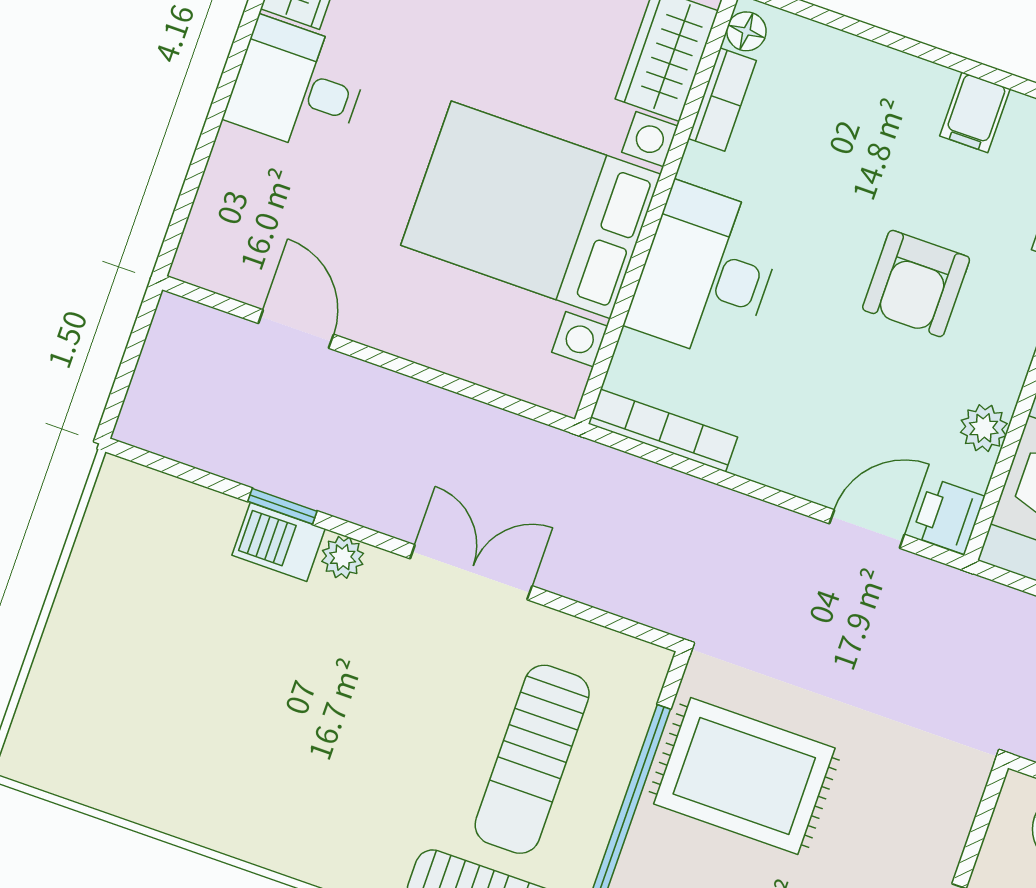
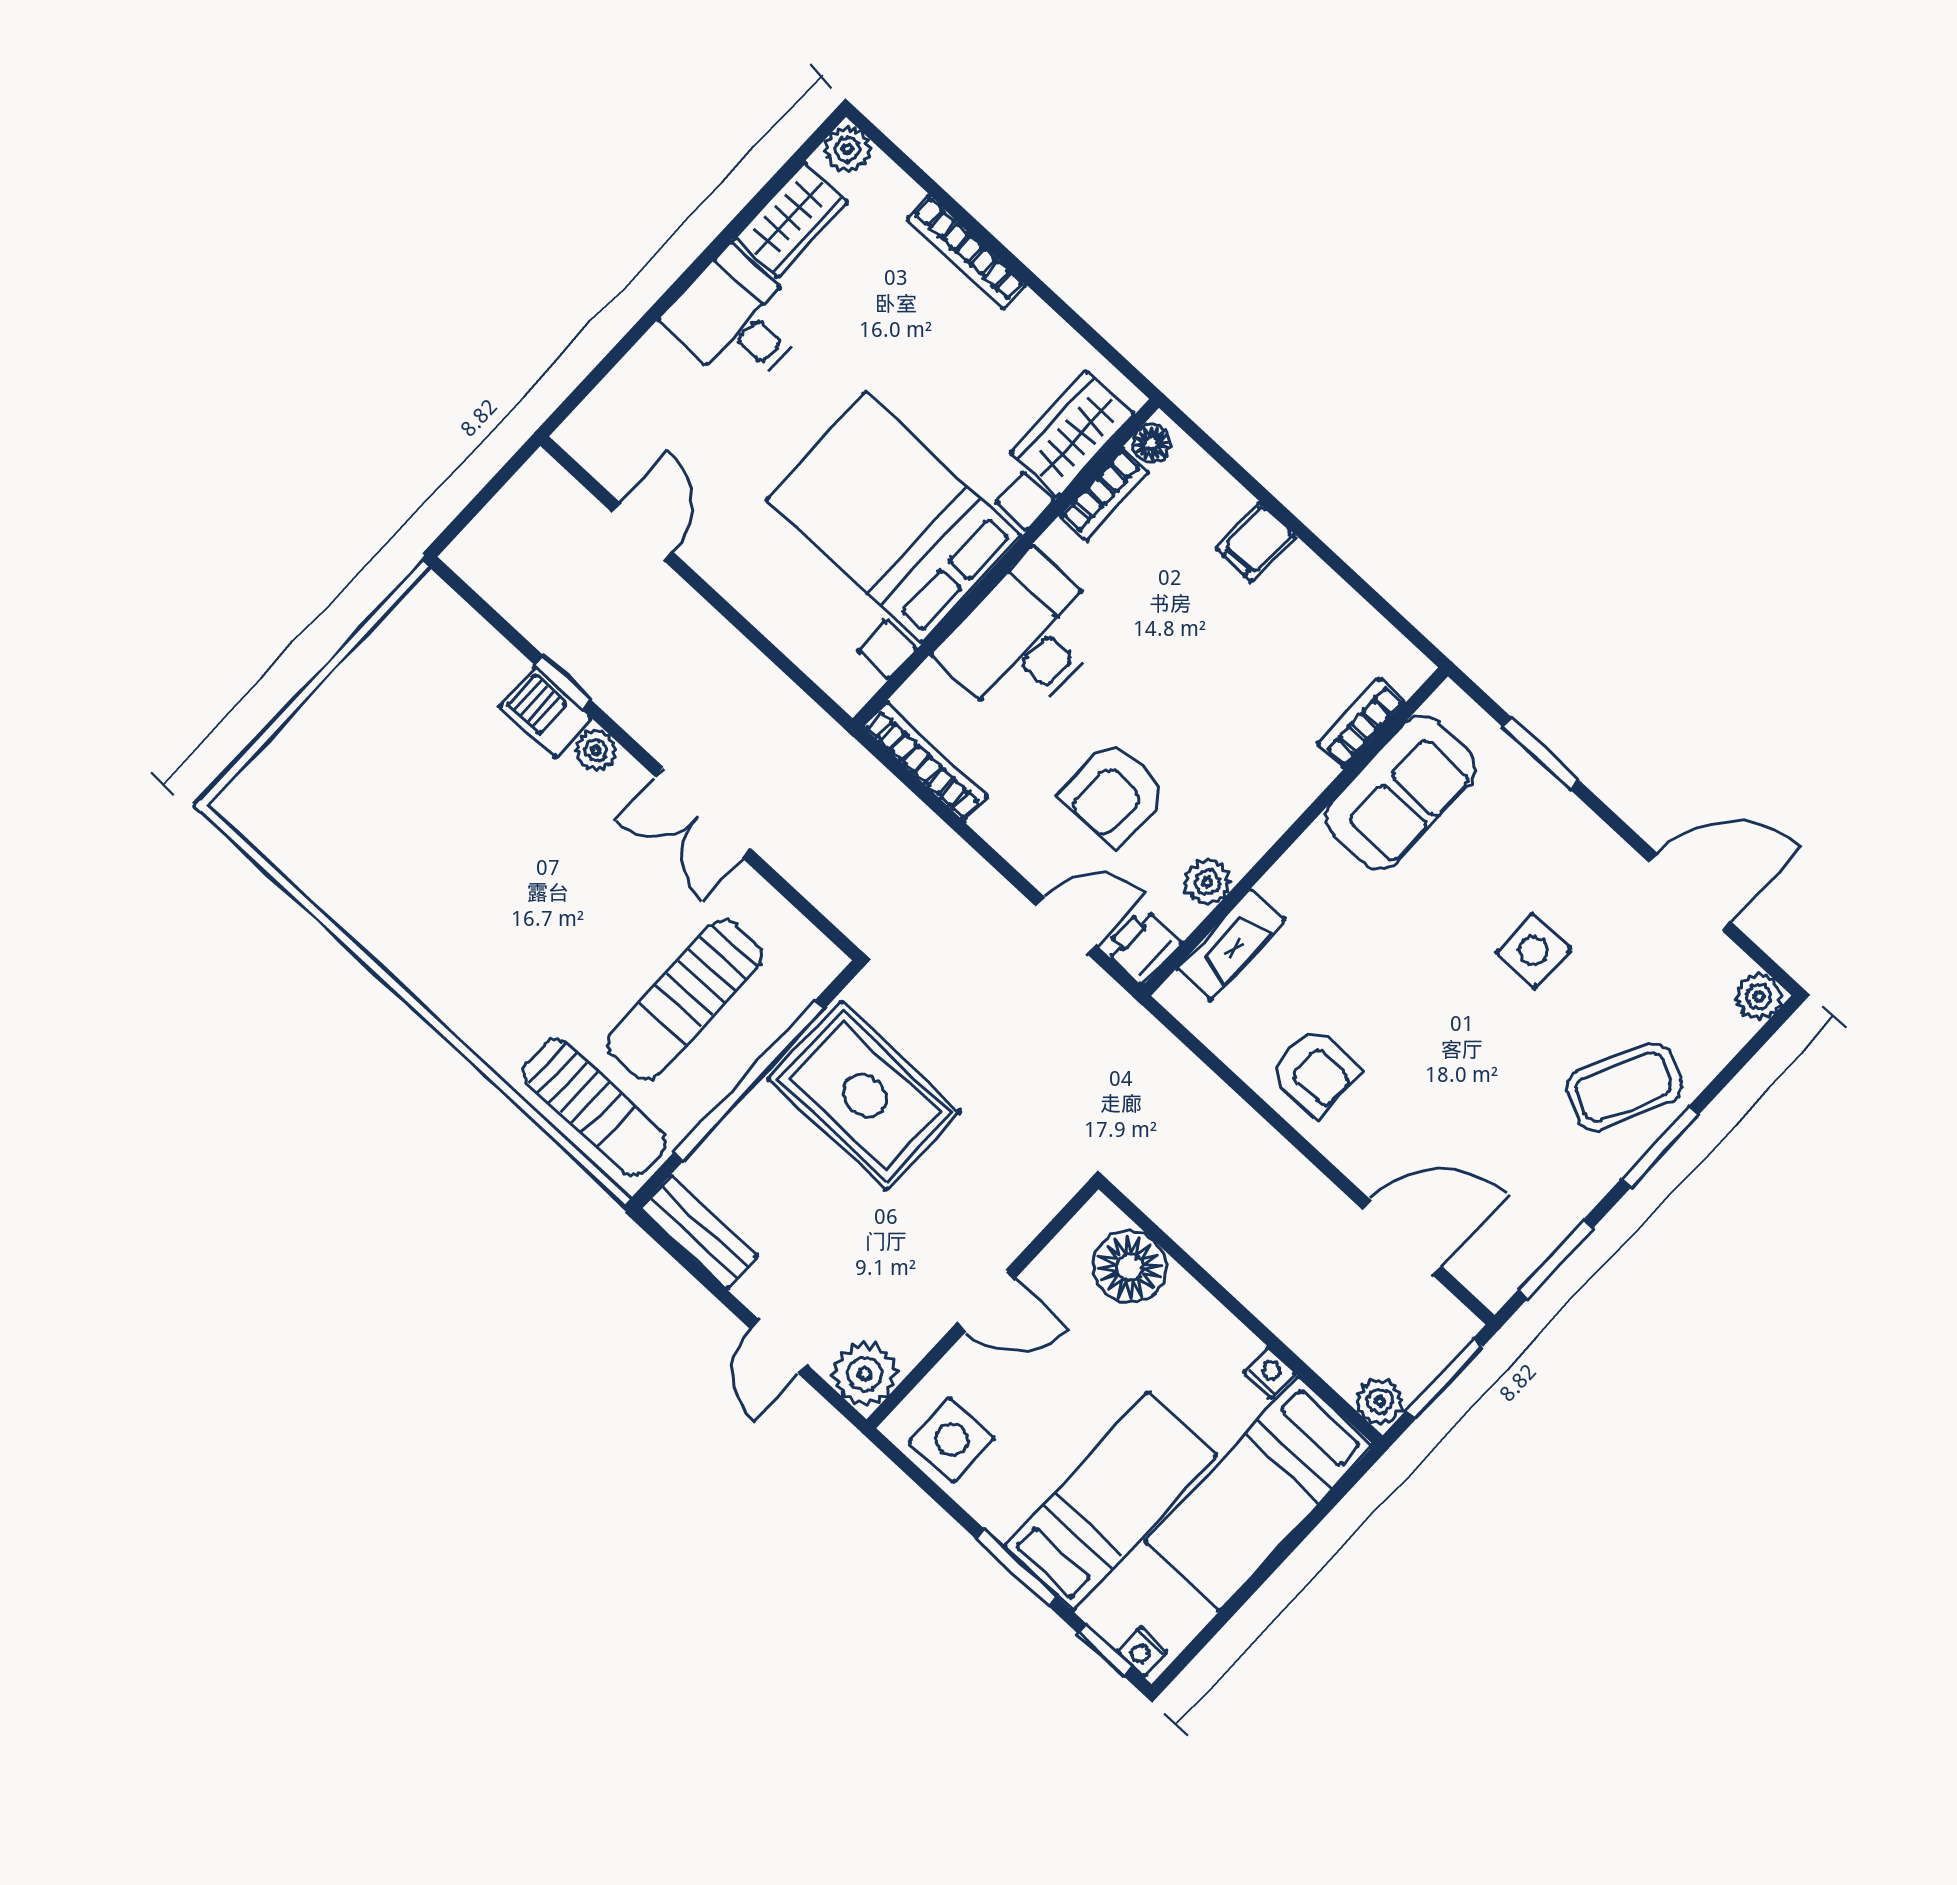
filing cabinet: (975, 112) -> (1256, 542), moved
armchair: (916, 284) -> (1114, 794), moved
double door: (471, 572) -> (703, 812), swing flipped

